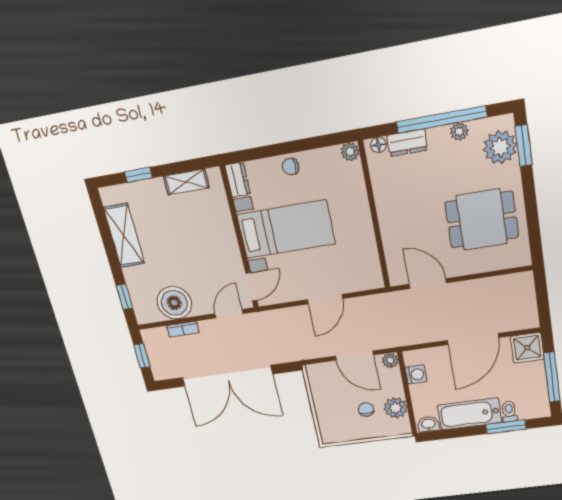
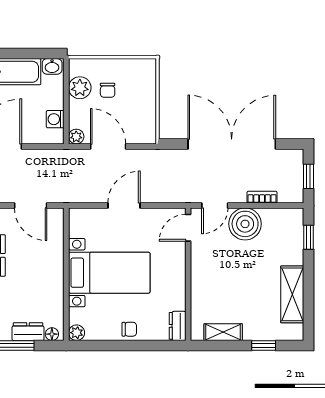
bed with nightstands: (286, 229) -> (109, 273), moved, turned 180
boiler: (174, 303) -> (245, 224), moved

